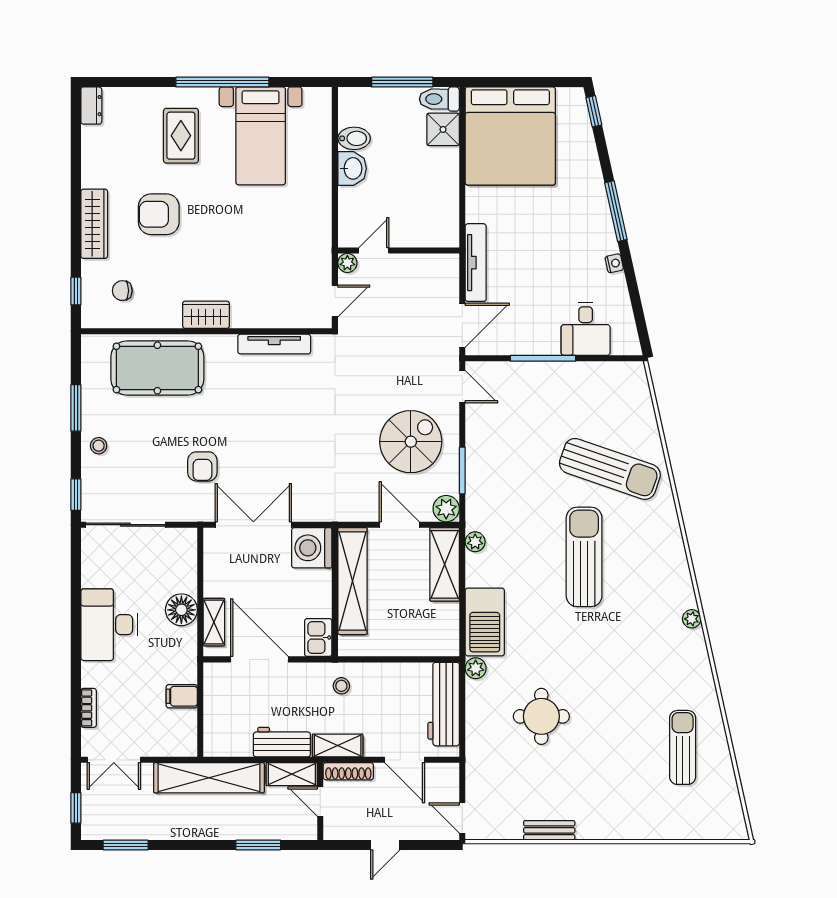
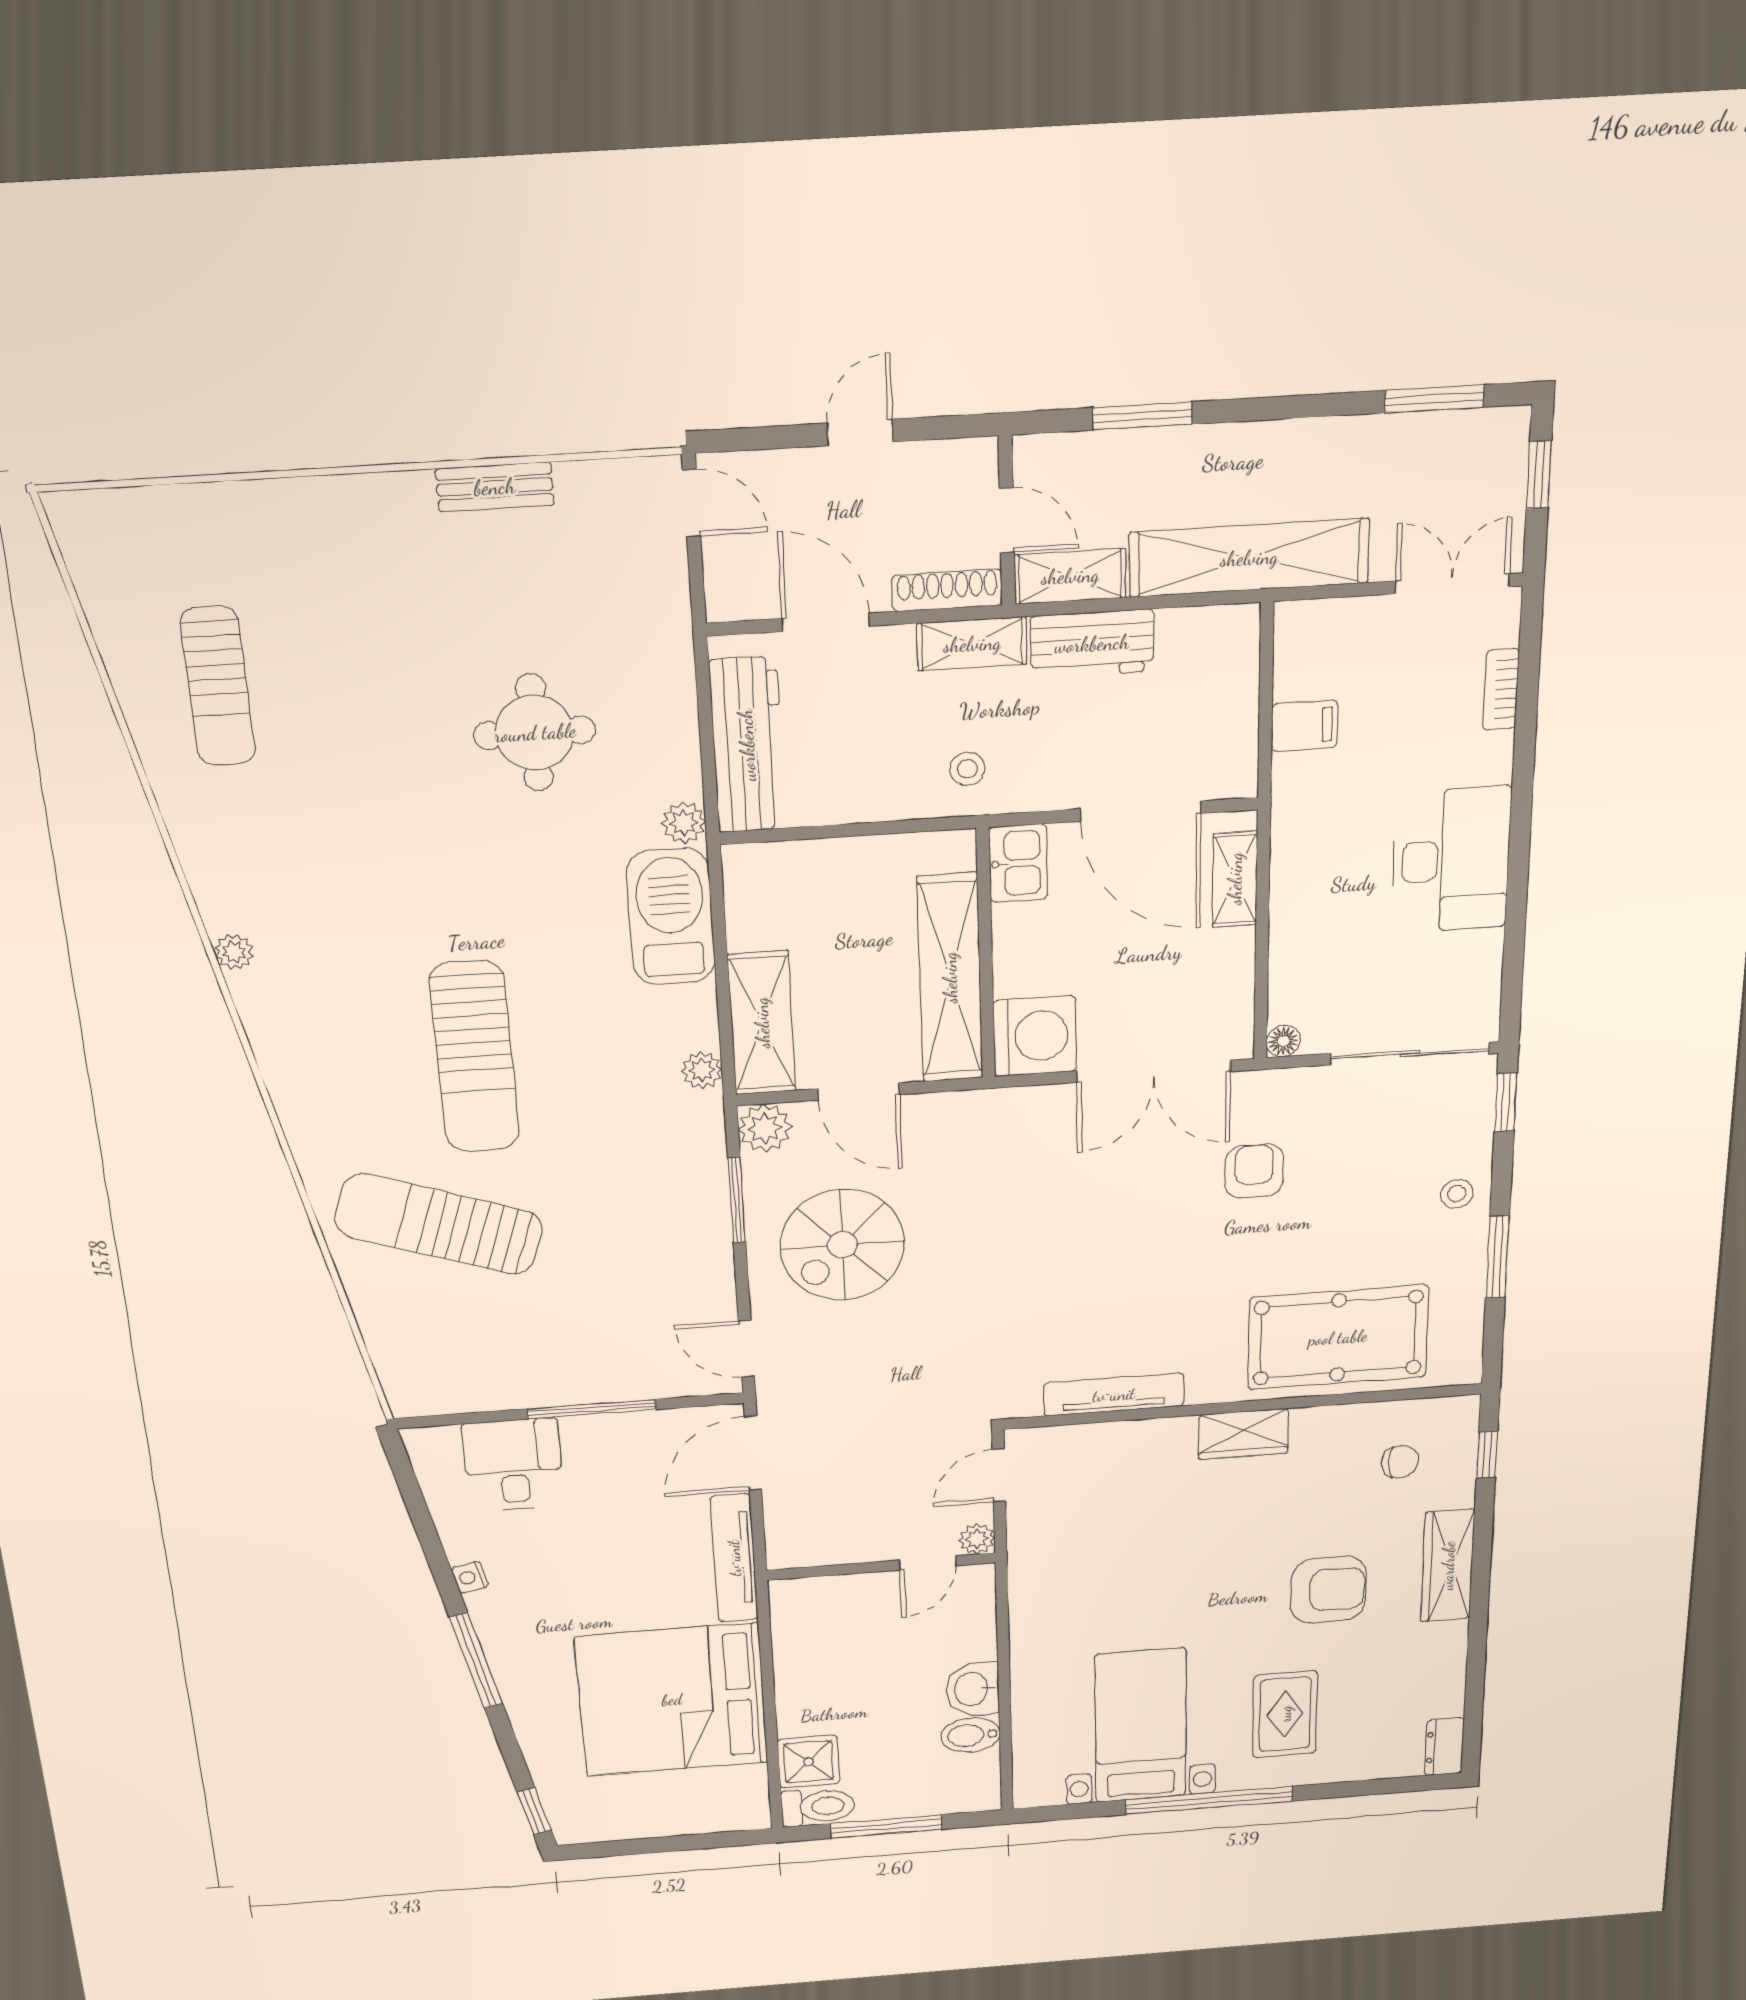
bed: (510, 136) -> (672, 1700), moved, turned -90
floor lamp: (181, 610) -> (1283, 1041), moved, width x0.53, depth x0.53

